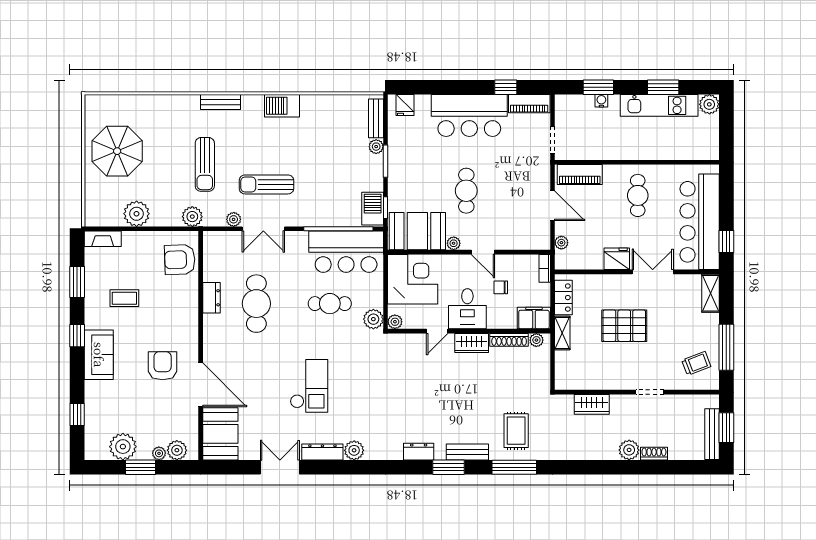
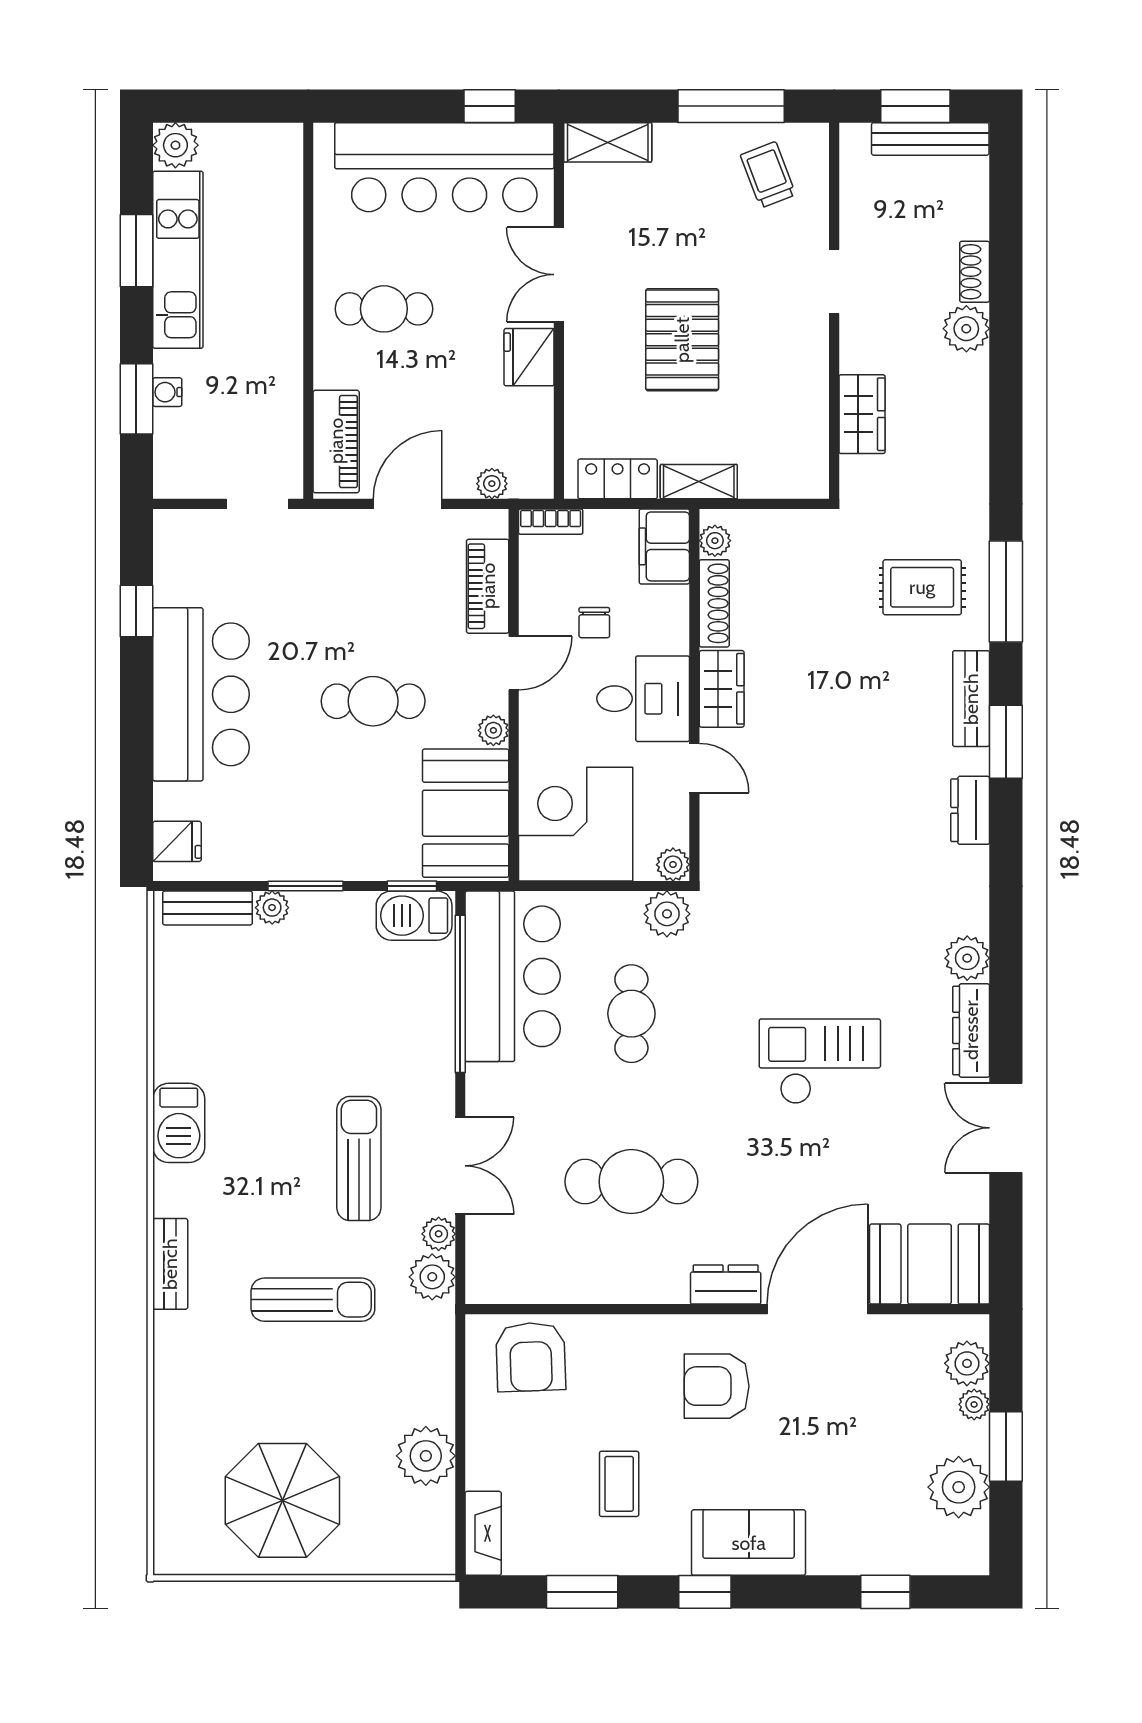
piano: (529, 104) -> (488, 586), moved, turned 180
sun lounger: (266, 184) -> (359, 1159), turned 180
plant: (192, 217) -> (432, 1277), moved
dresser: (211, 298) -> (726, 1285), moved
armchair: (163, 366) -> (717, 1386), moved

